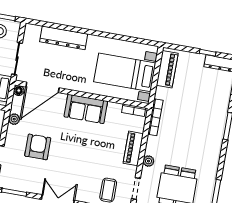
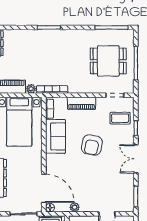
sofa: (86, 109) -> (55, 136), moved
armchair: (38, 147) -> (92, 145), moved, turned -79
plant: (149, 161) -> (31, 89), moved

